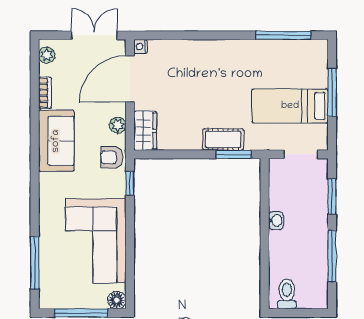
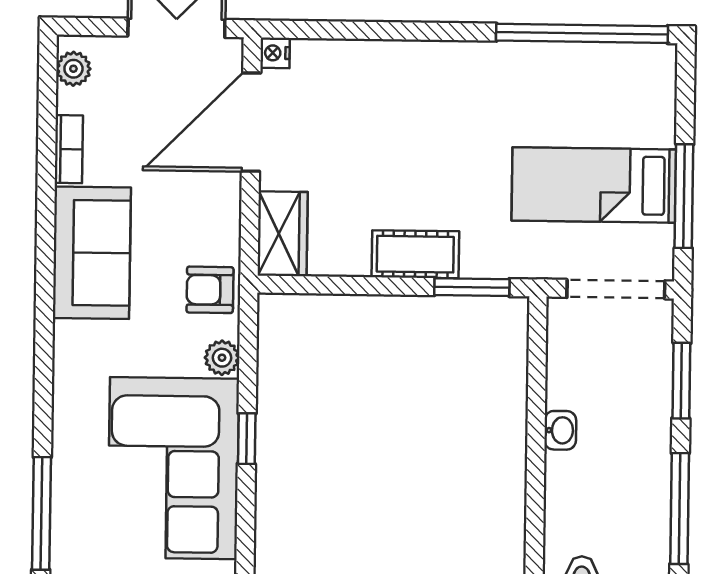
window: (283, 35) -> (582, 33), width x1.46
window: (332, 92) -> (684, 196), moved
plant: (118, 125) -> (222, 358), moved
cot: (223, 139) -> (415, 254), moved
doorway: (301, 154) -> (616, 289), width x1.38
window: (130, 183) -> (247, 439), moved

